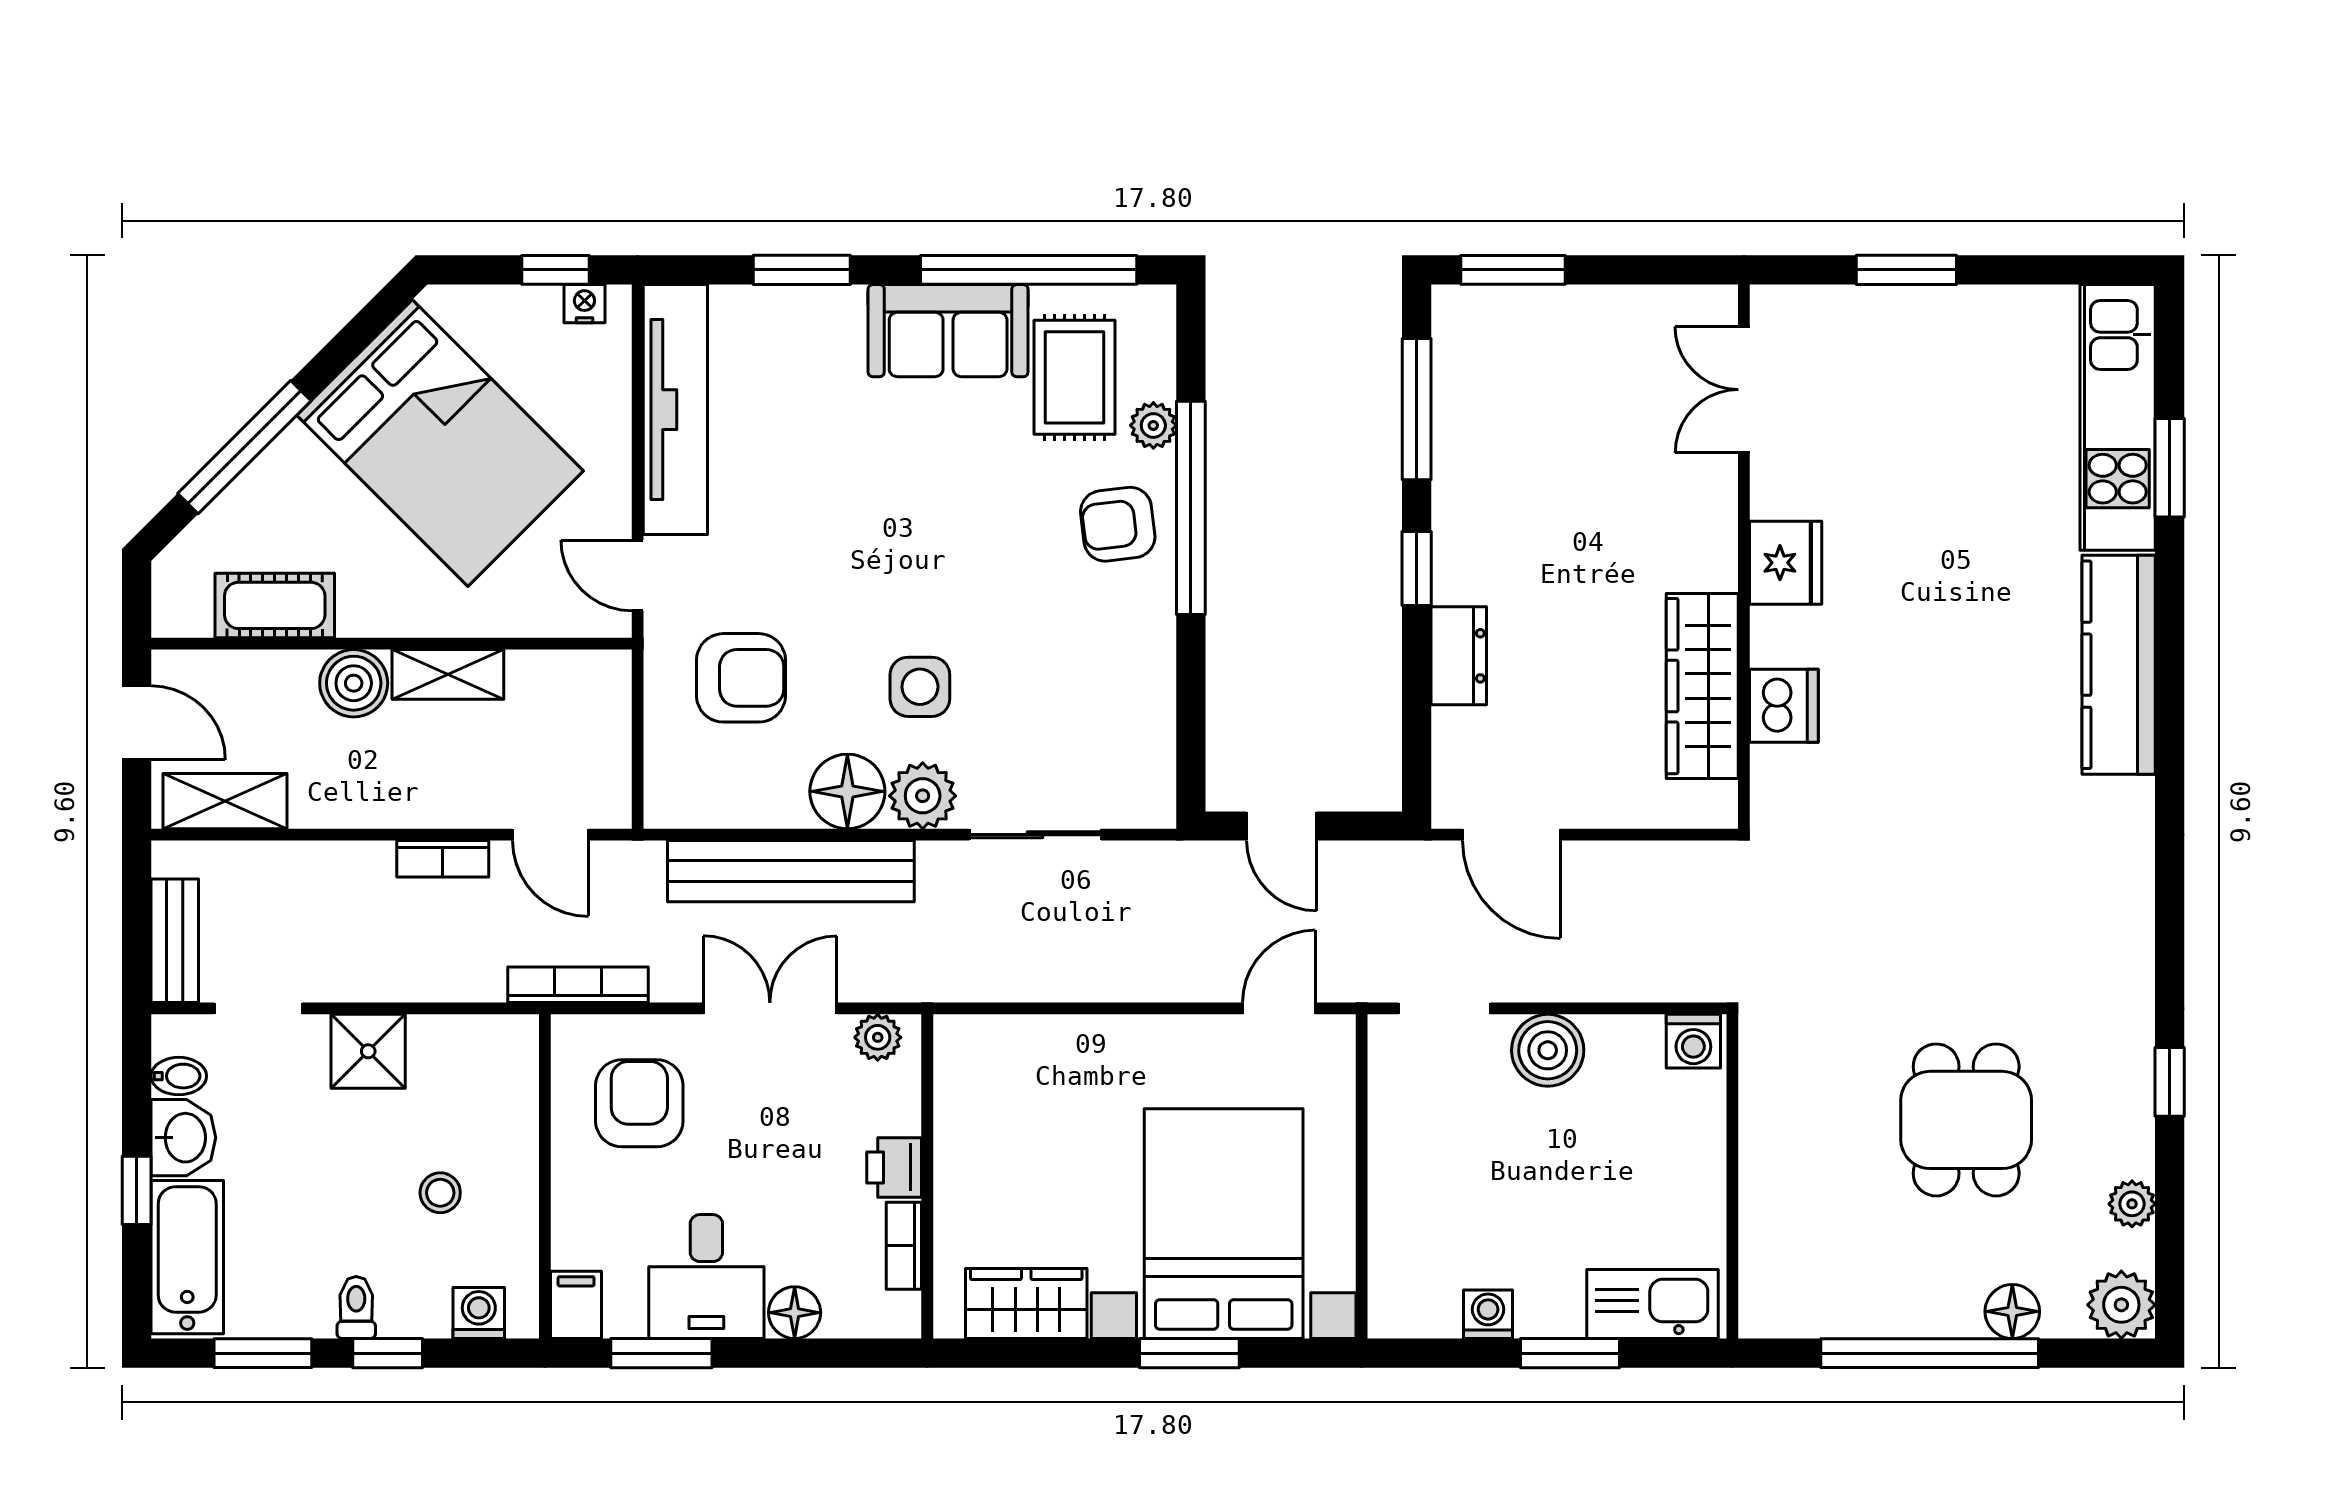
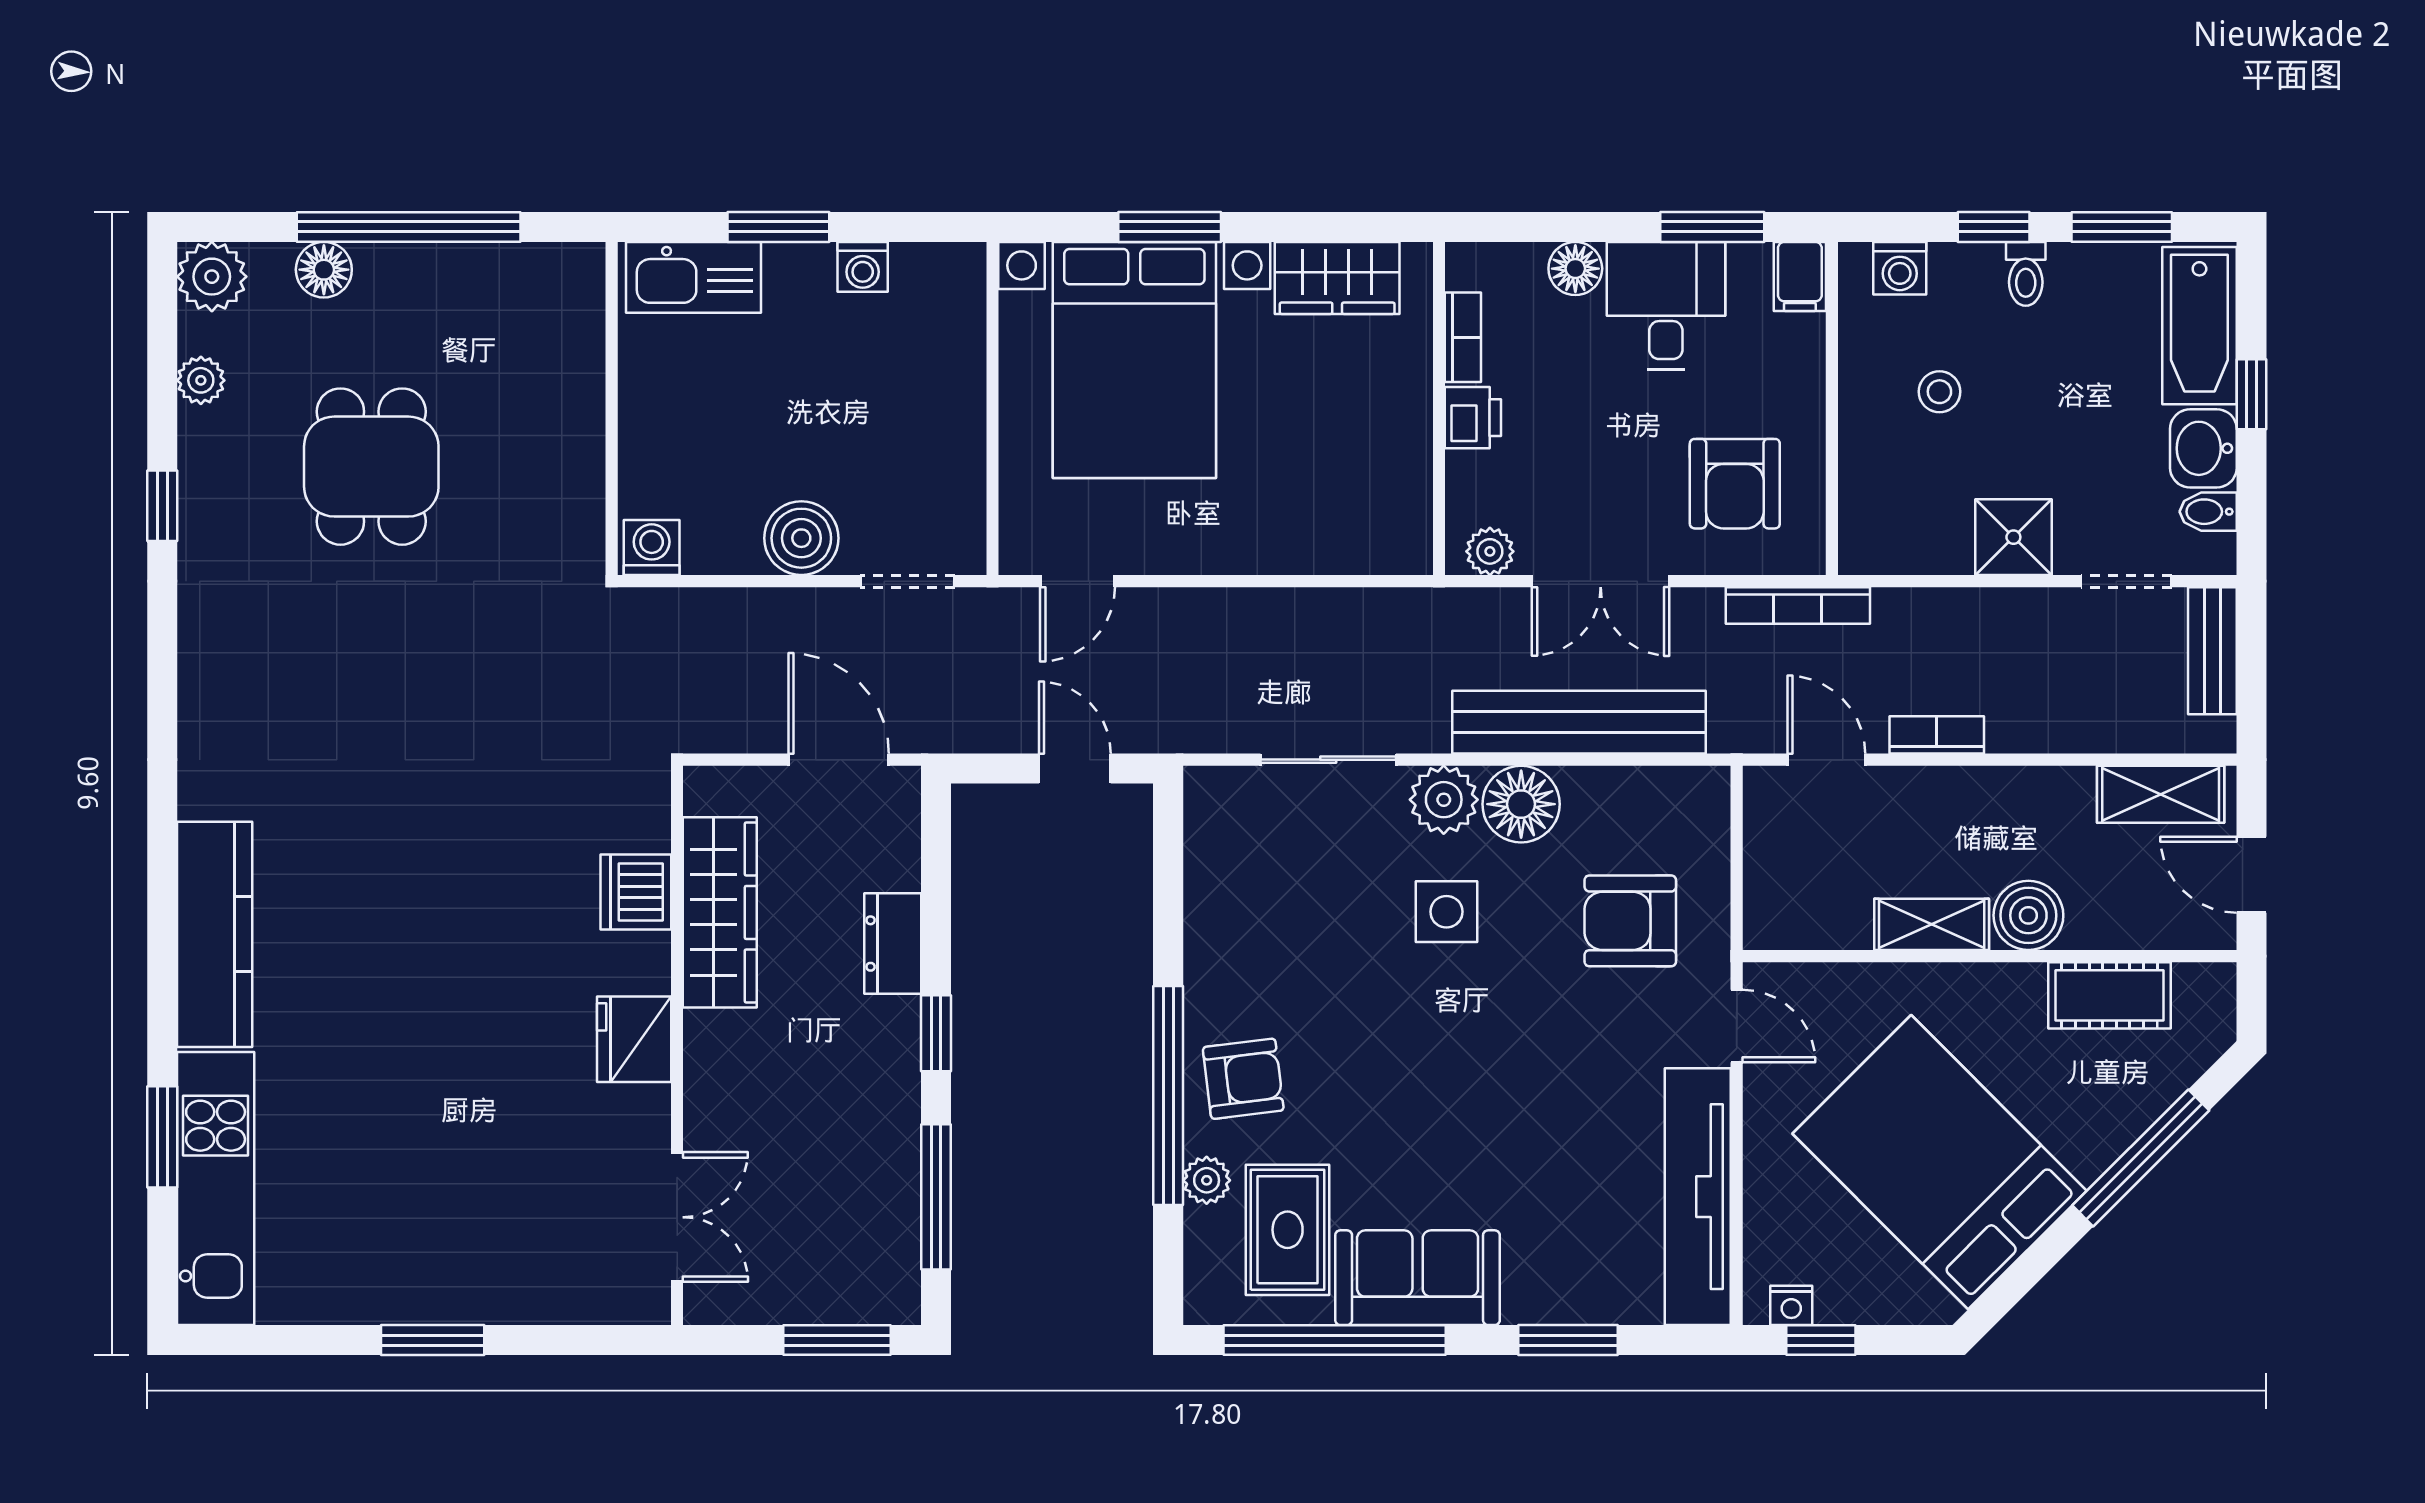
double door: (1744, 390) -> (677, 1217), moved
wall: (1744, 557) -> (677, 1045), moved
fridge: (1786, 563) -> (634, 1039), moved
wardrobe: (1702, 686) -> (720, 912), moved
dishwasher: (1784, 706) -> (636, 892), moved

